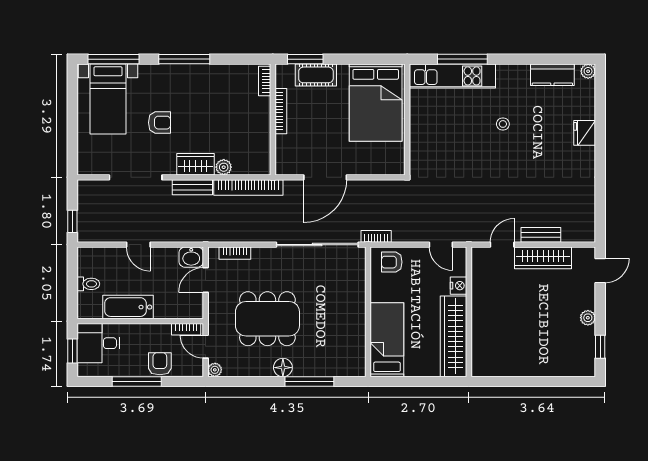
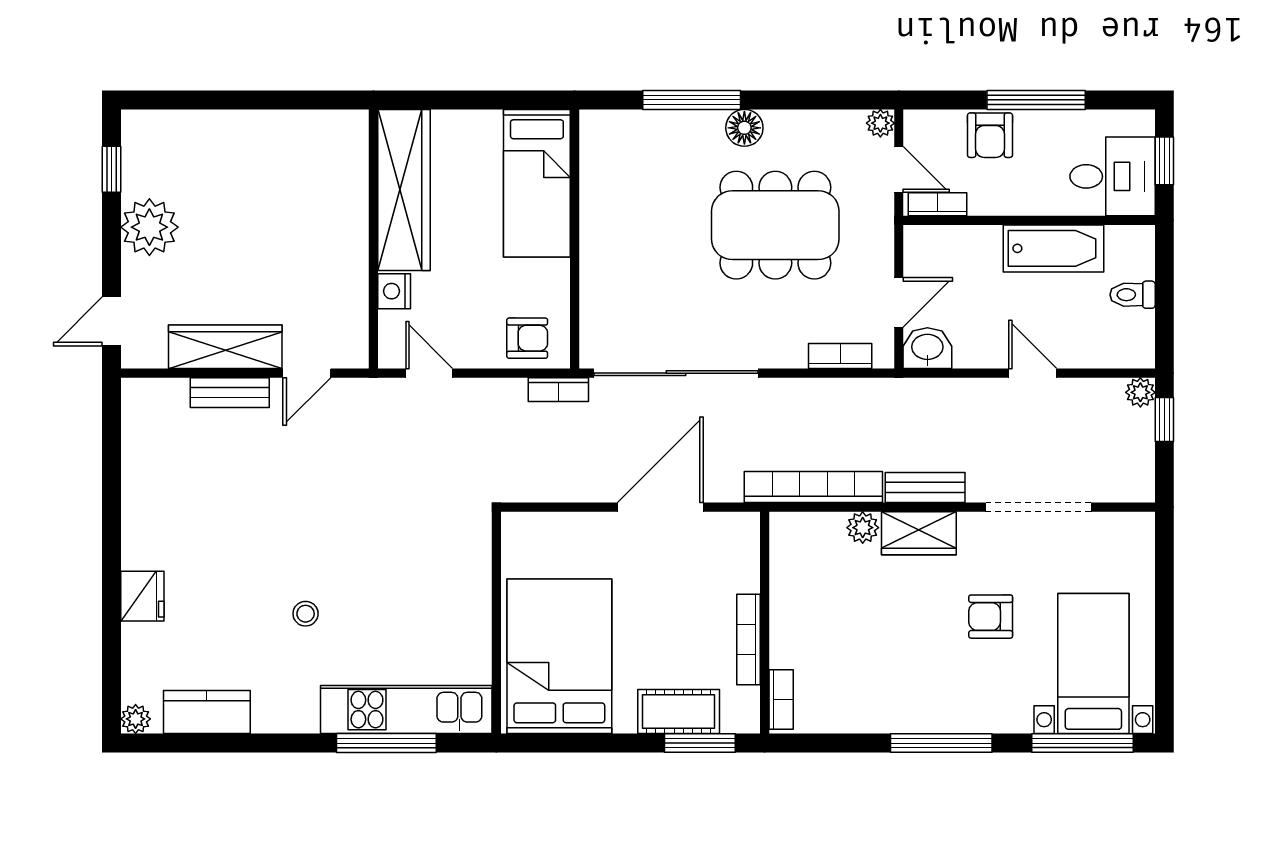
plant: (84, 235) -> (1140, 392), added
plant: (588, 318) -> (149, 227), width x1.87, depth x1.87

